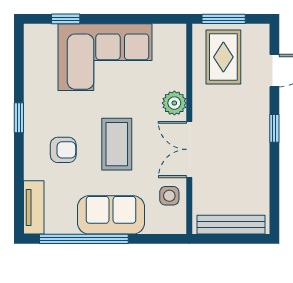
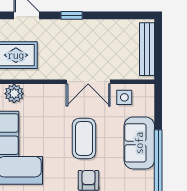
plant: (174, 103) -> (14, 94), moved
coffee table: (117, 144) -> (84, 139), turned 90

